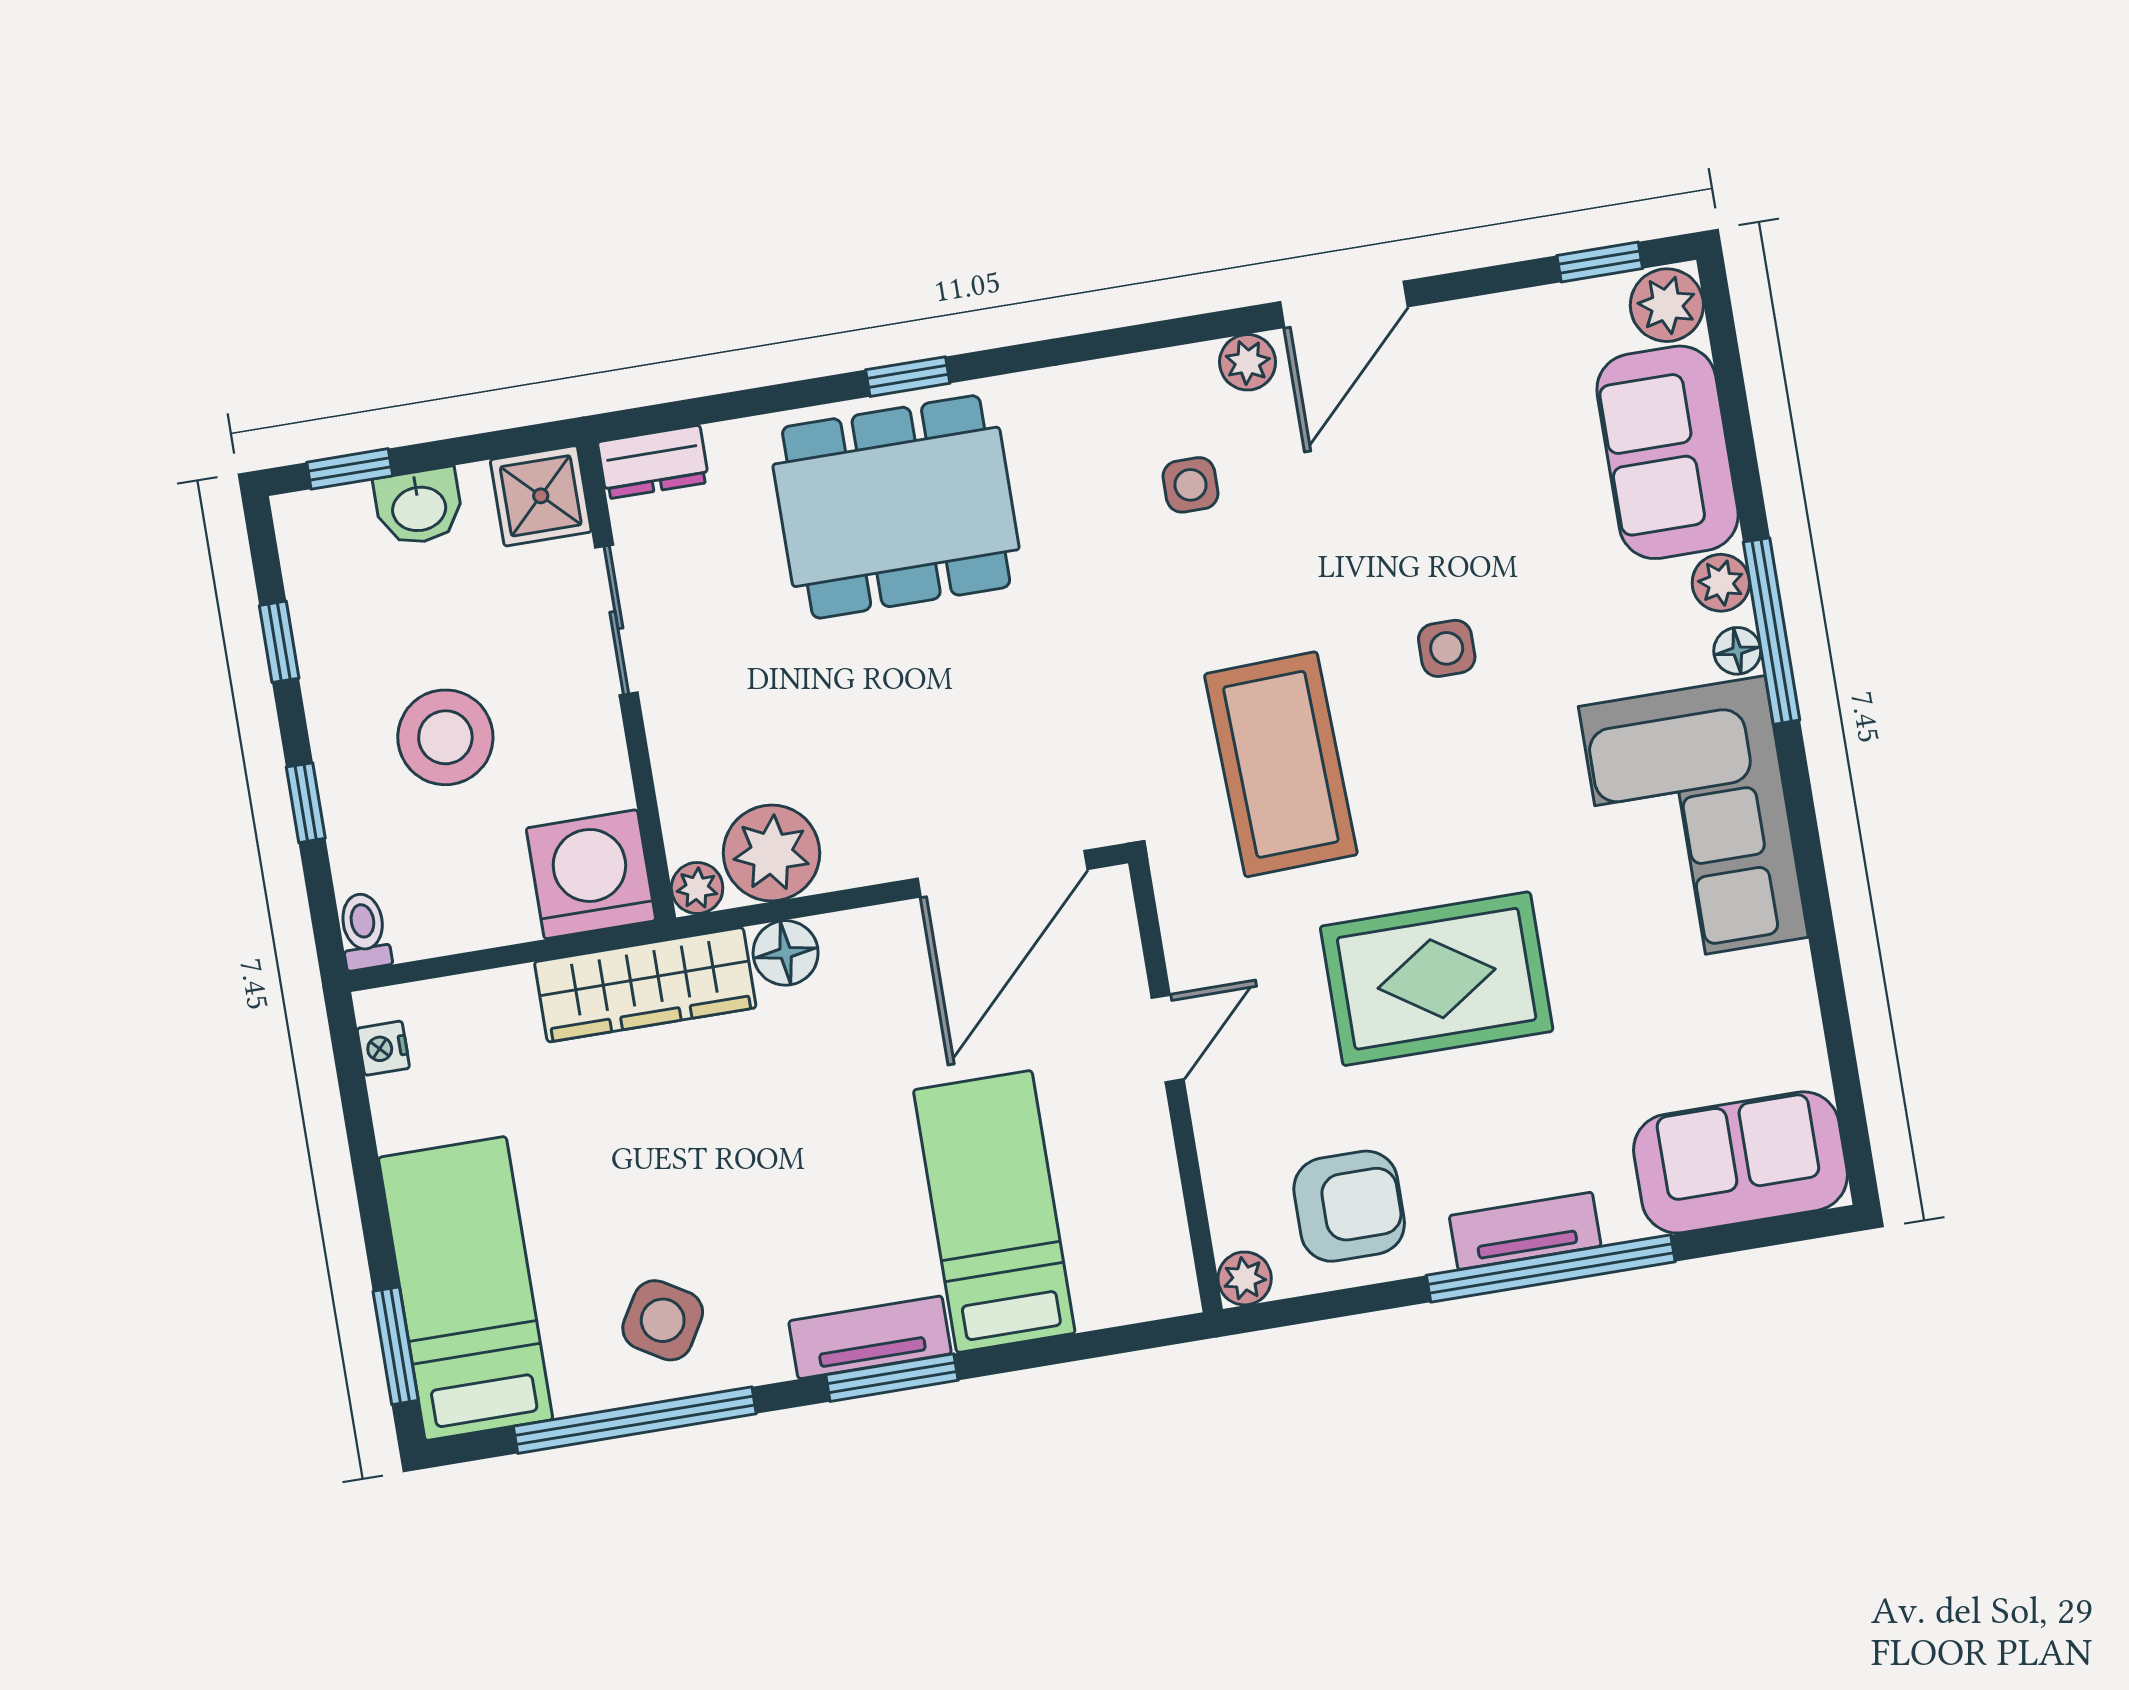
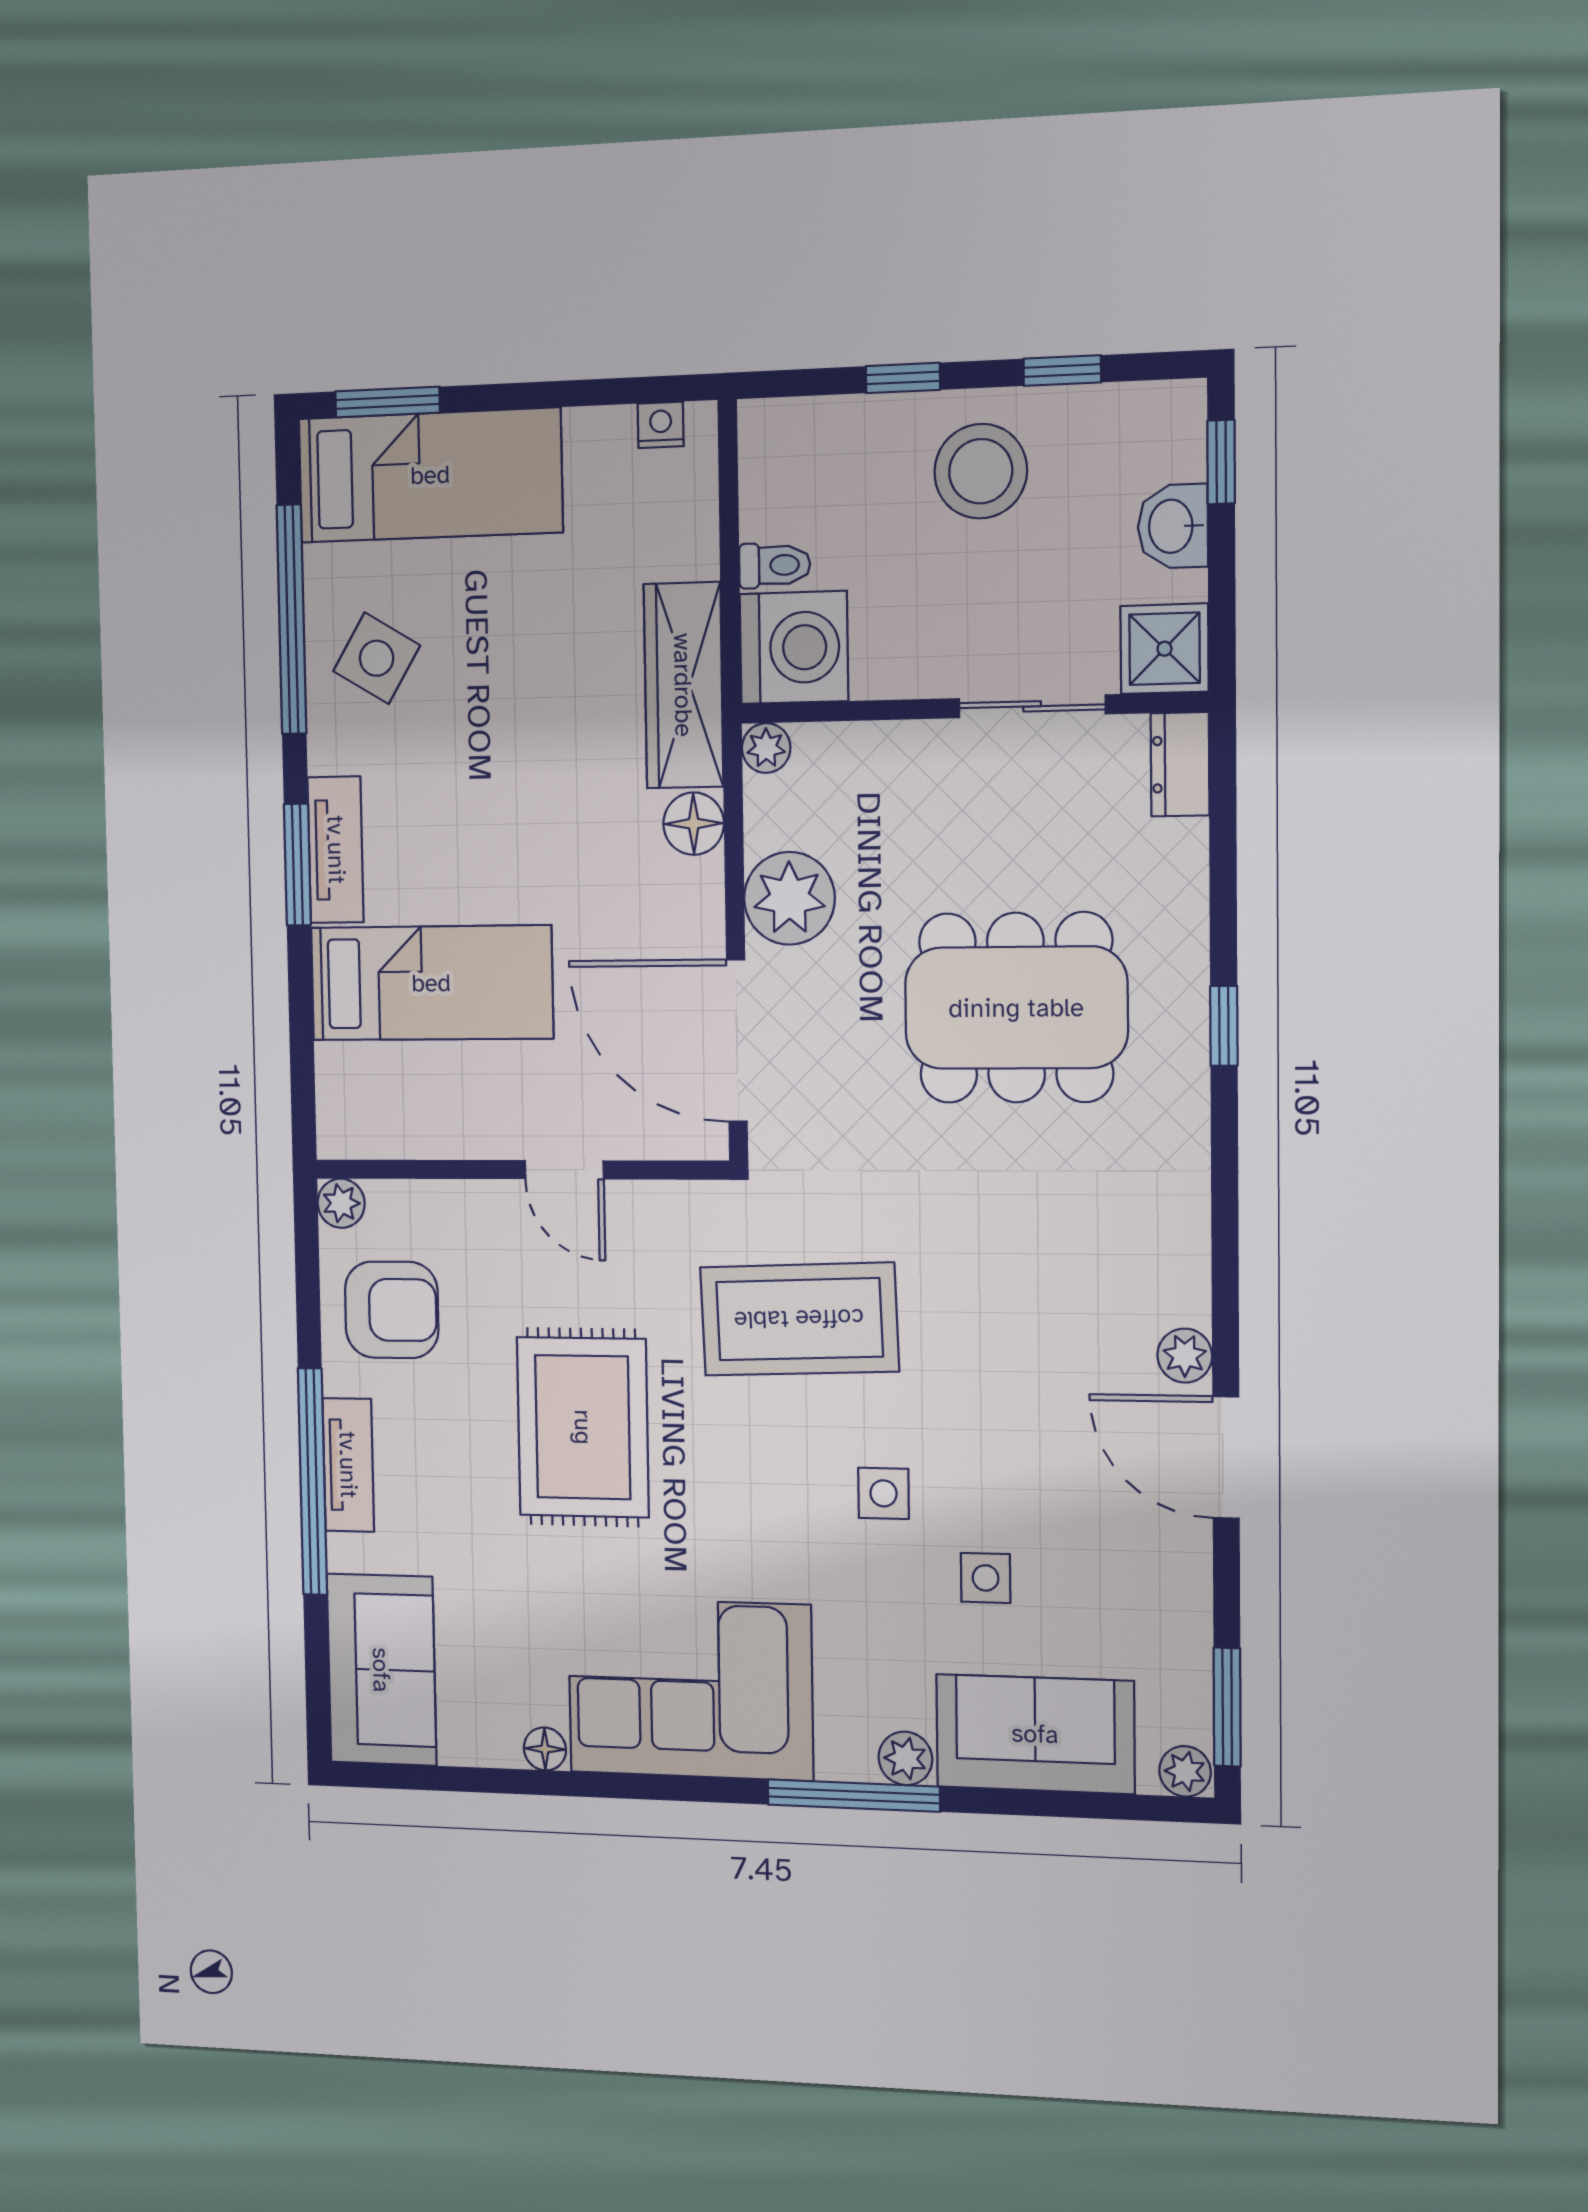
window: (1600, 262) -> (1227, 1707), width x1.50
plant: (1667, 305) -> (1185, 1771), width x0.73, depth x0.73
side table: (1191, 485) -> (986, 1578), moved
dining table: (896, 507) -> (1016, 1008), moved, turned 90
floor lamp: (1737, 651) -> (545, 1749), moved
stool: (445, 737) -> (981, 471), moved
plant: (772, 853) -> (789, 898), moved
toilet: (364, 931) -> (775, 565), moved
armchair: (1349, 1206) -> (392, 1310), turned -90

